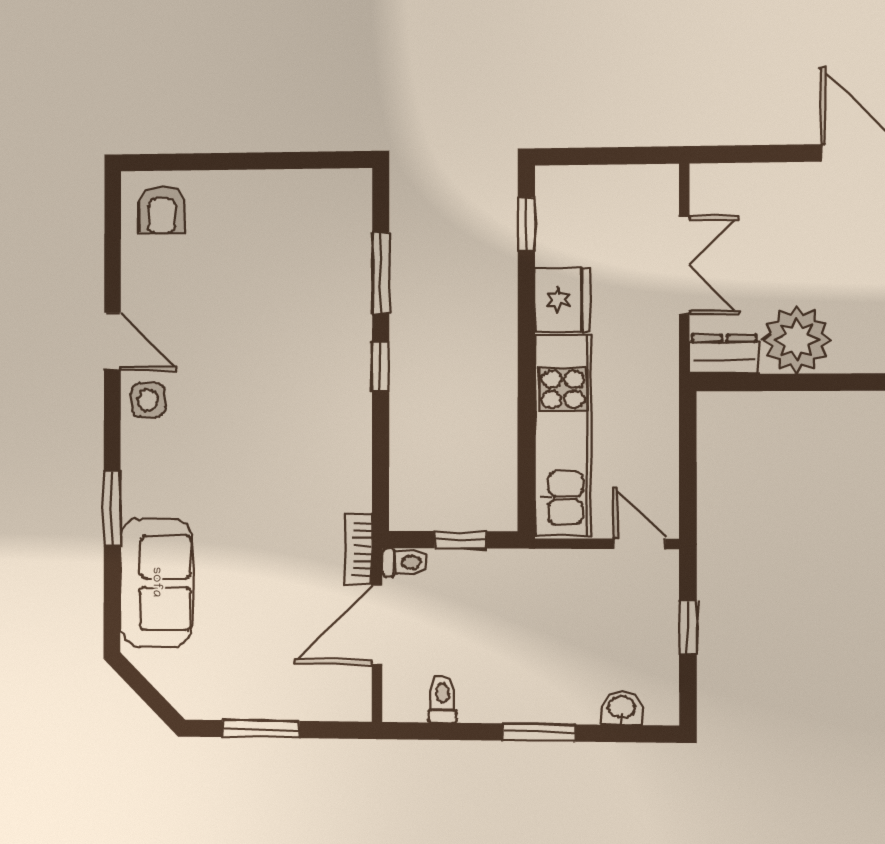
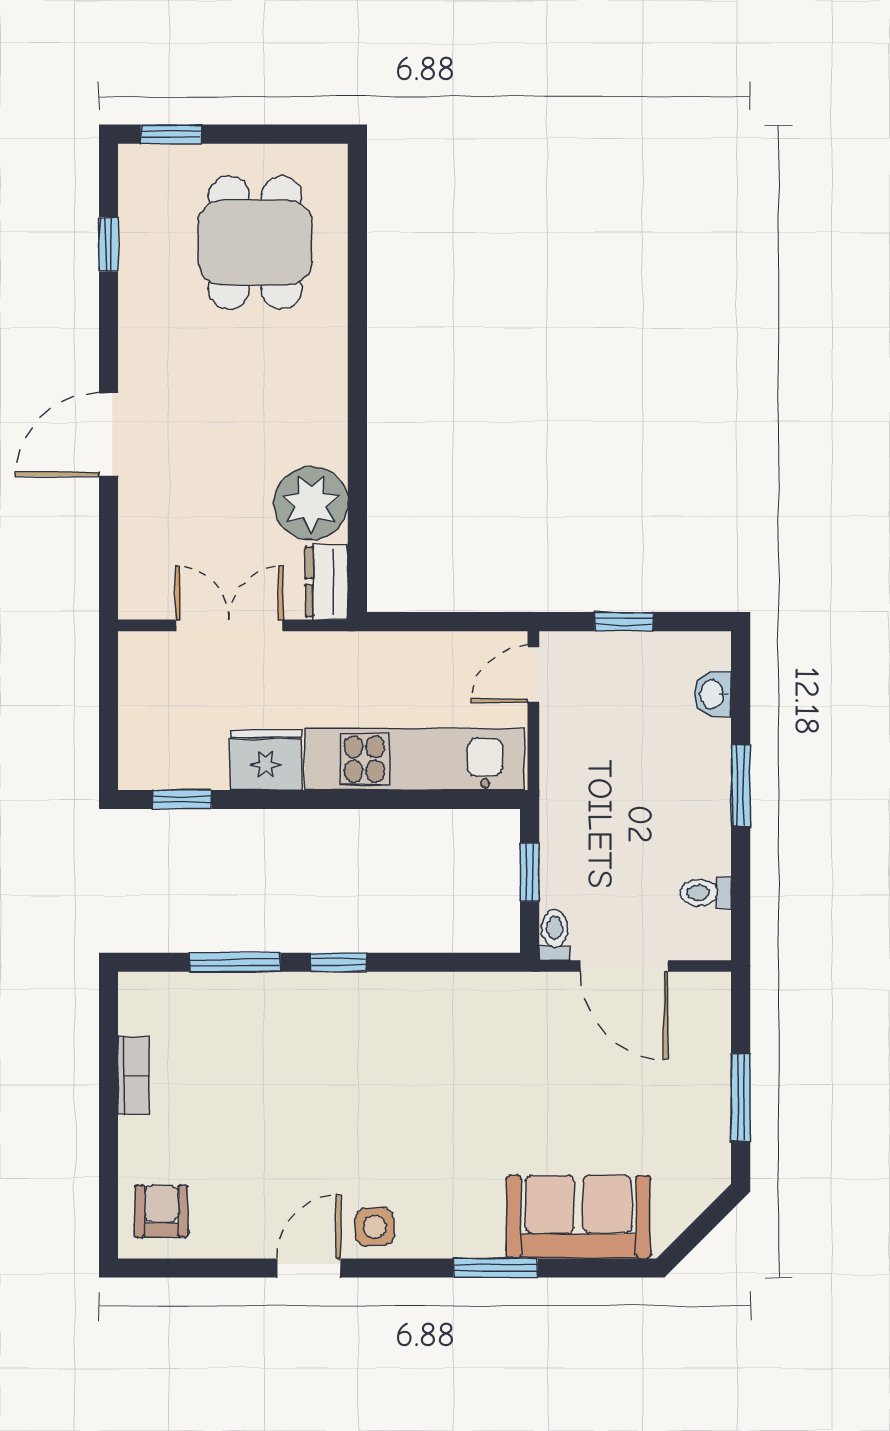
armchair: (162, 209) -> (161, 1211), turned -90
bookcase: (358, 549) -> (134, 1075), moved, turned -90

